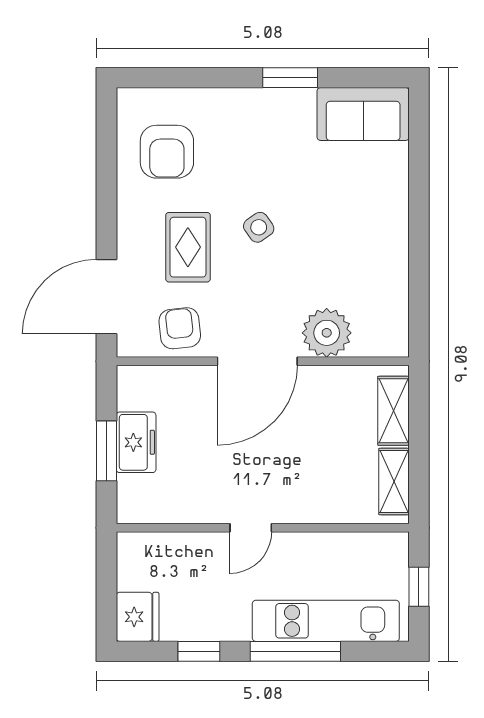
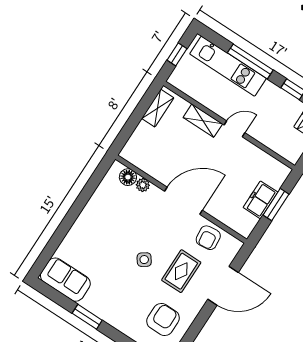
door: (106, 297) -> (223, 286), moved
plant: (327, 333) -> (143, 185), width x0.53, depth x0.53
floor lamp: (370, 341) -> (128, 177), added
shelving: (393, 411) -> (203, 121), moved, turned 90

